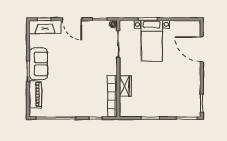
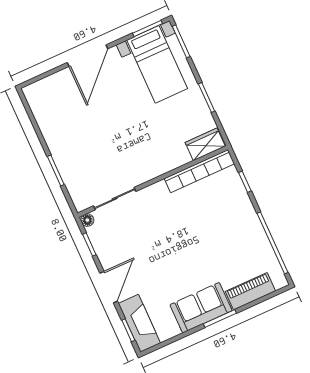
bed with nightstands: (152, 41) -> (157, 64), moved, turned 90
door: (202, 49) -> (88, 56), moved
wardrobe: (125, 86) -> (205, 144), moved

